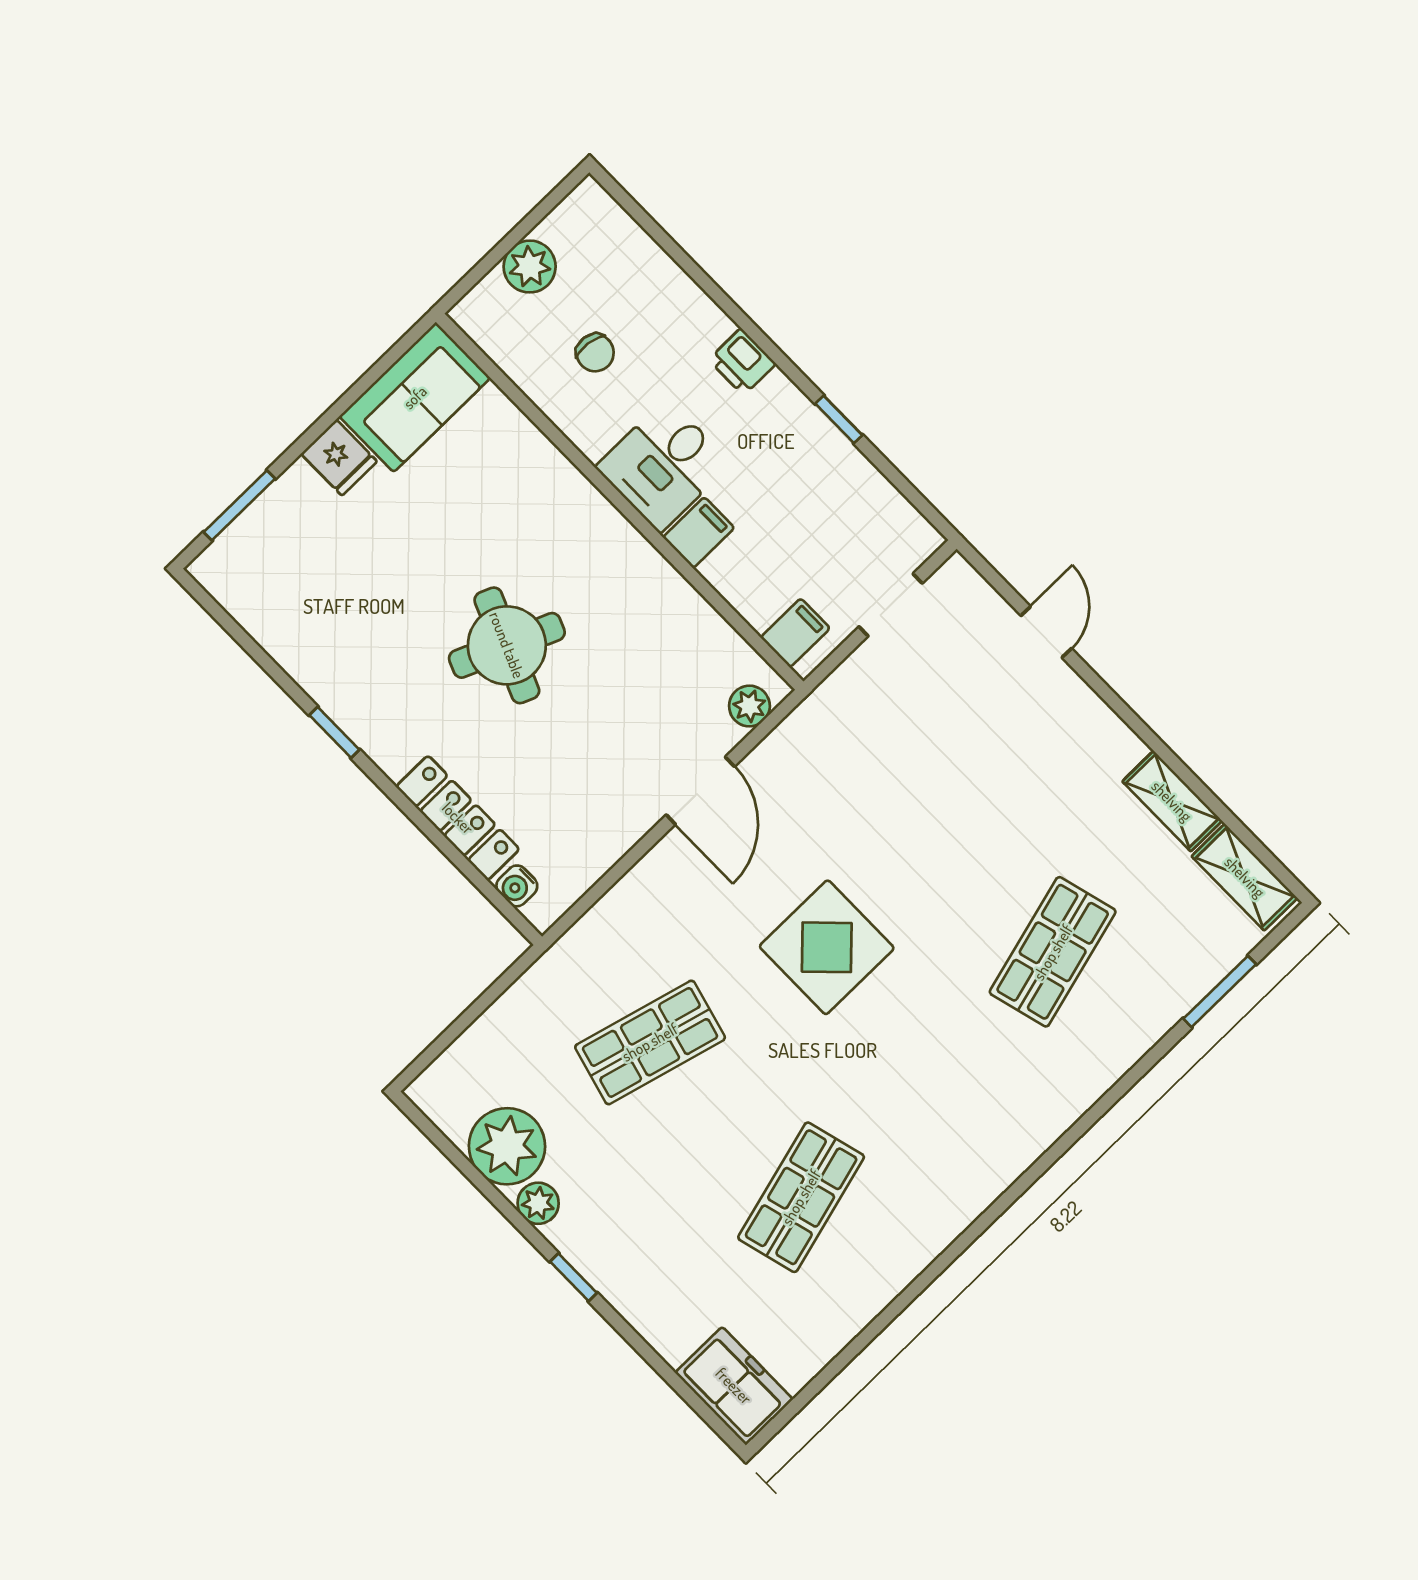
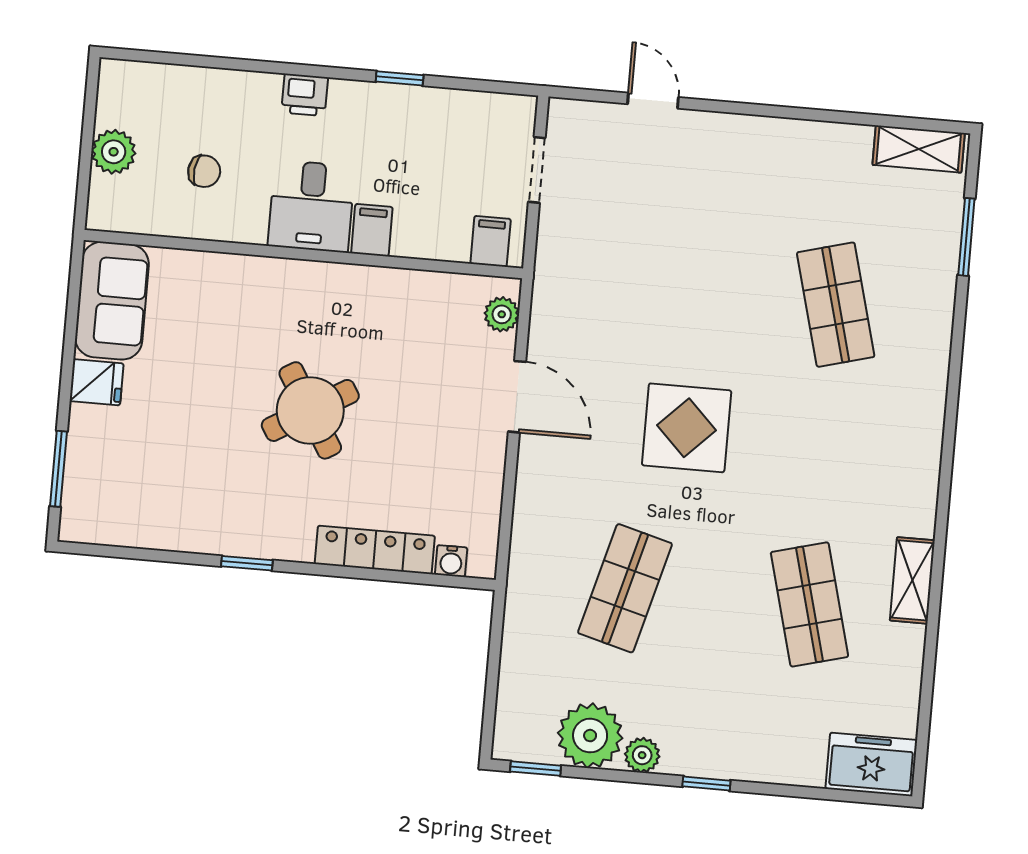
round table: (507, 645) -> (310, 410), turned 36
shelving: (1172, 801) -> (912, 580), moved, turned 90
window: (434, 1134) -> (536, 769), added

